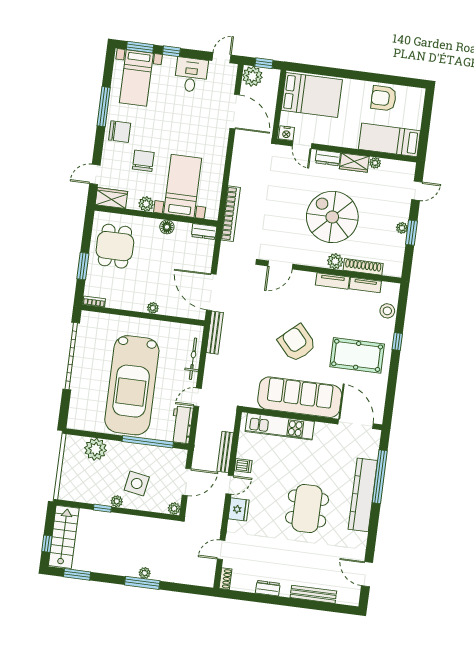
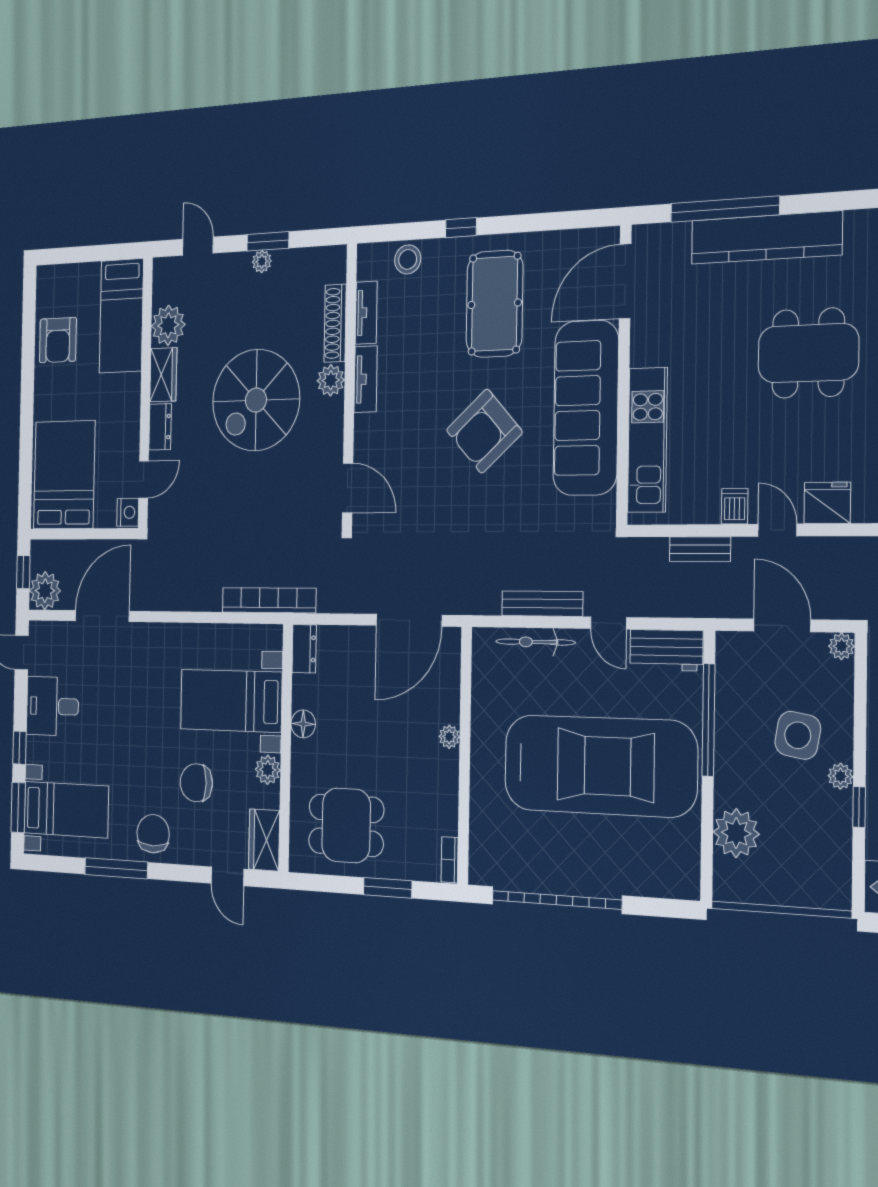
plant: (375, 163) -> (168, 325), width x1.88, depth x1.88
bench: (215, 333) -> (542, 604), moved
bench: (225, 452) -> (700, 549), width x0.73

